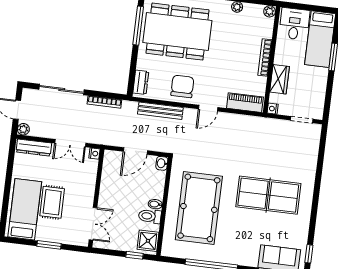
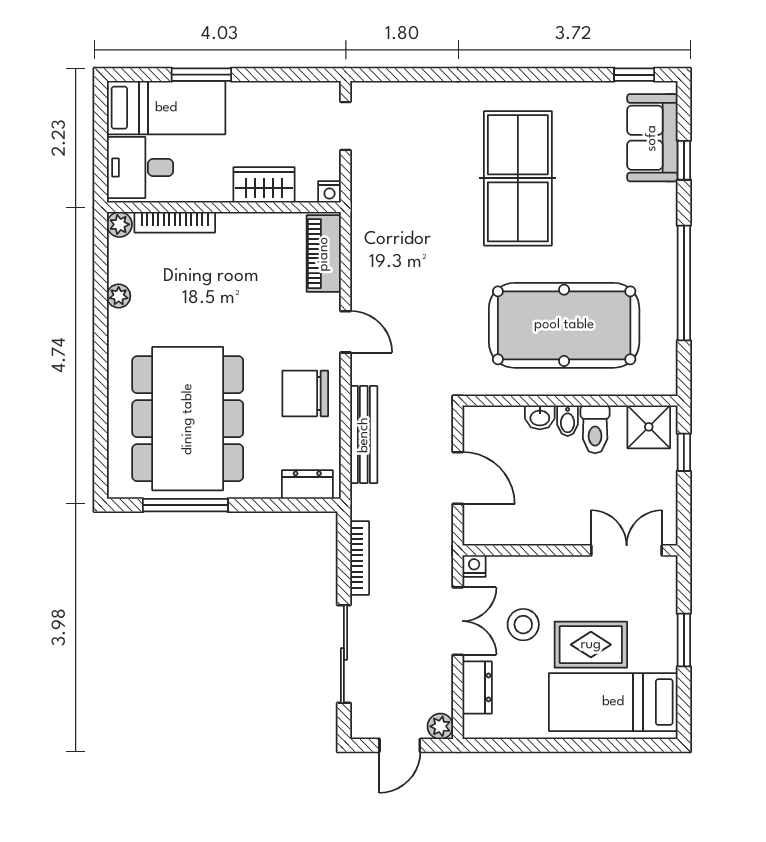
bookcase: (265, 57) -> (175, 222), moved
dresser: (34, 148) -> (477, 687), width x0.70
washbasin: (162, 163) -> (540, 417), moved
stool: (65, 173) -> (523, 625), added

